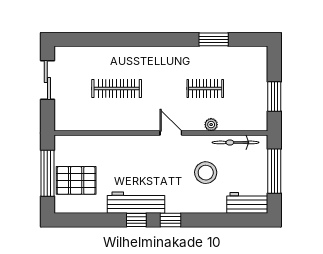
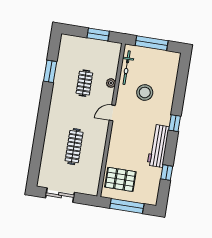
pallet: (76, 180) -> (120, 179), moved, turned 90
workbench: (247, 203) -> (171, 66), removed
window: (136, 220) -> (167, 173), moved

